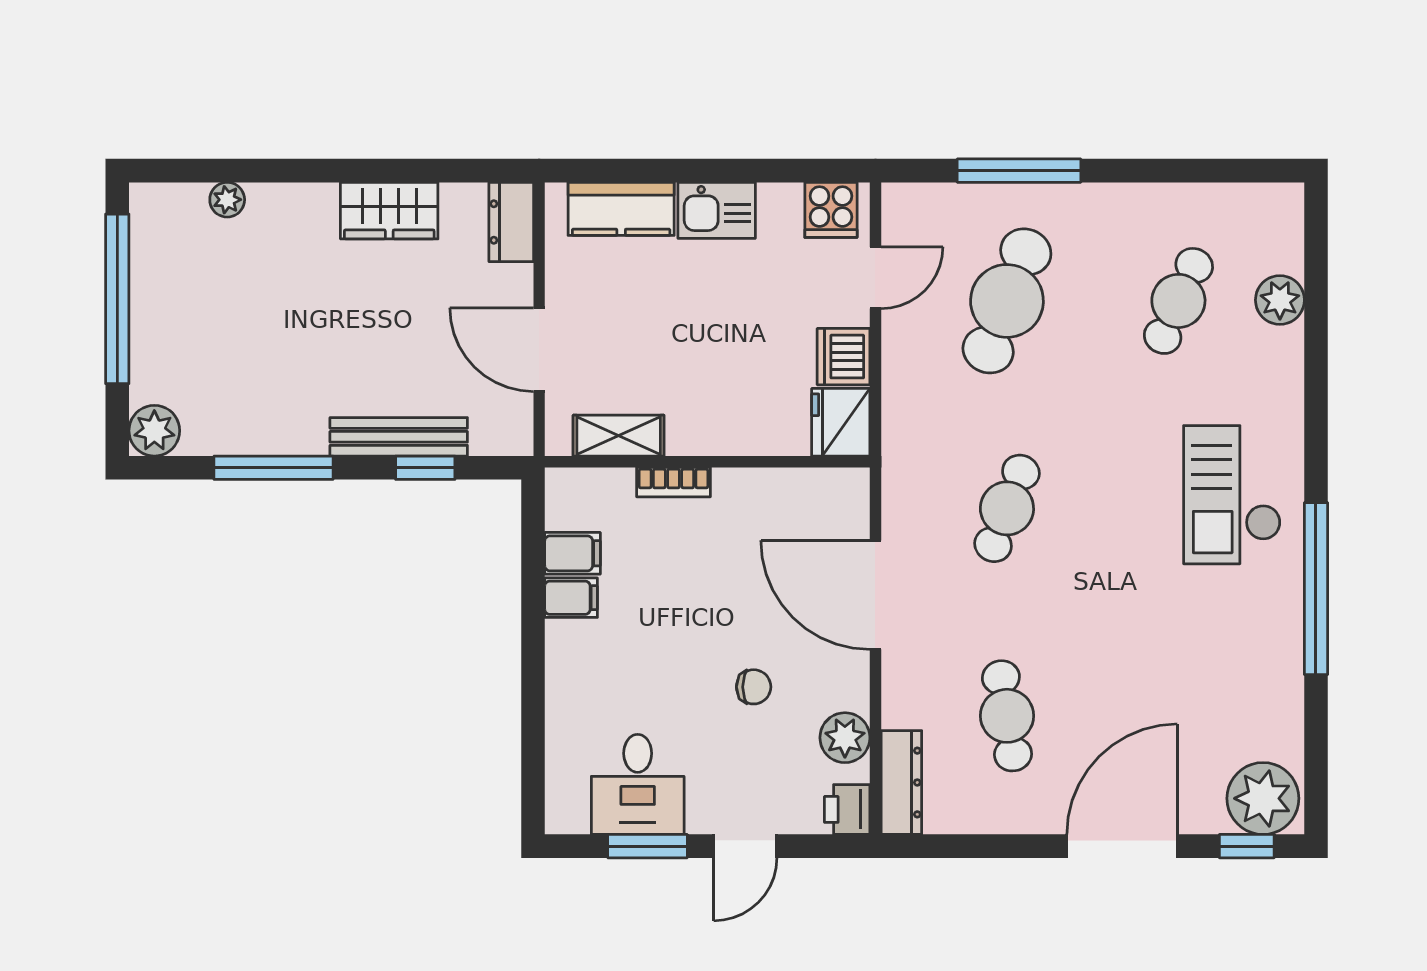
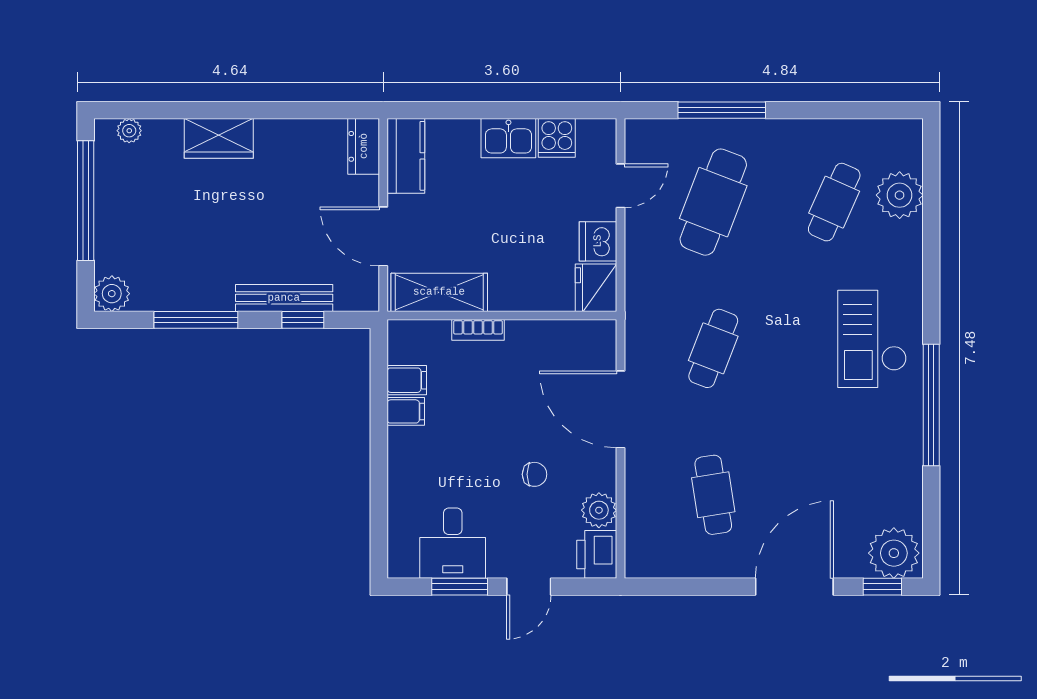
plant: (227, 200) -> (129, 131), moved
kitchen counter: (621, 209) -> (406, 156), moved, turned -90
cooker: (831, 210) -> (557, 138), moved
wardrobe: (389, 211) -> (219, 138), moved
plant: (1280, 300) -> (900, 195), width x1.36, depth x1.36
shelving: (619, 436) -> (439, 292), width x1.50, depth x1.33
dresser: (901, 782) -> (639, 542), removed
printer: (847, 809) -> (597, 554), width x1.36, depth x1.24

